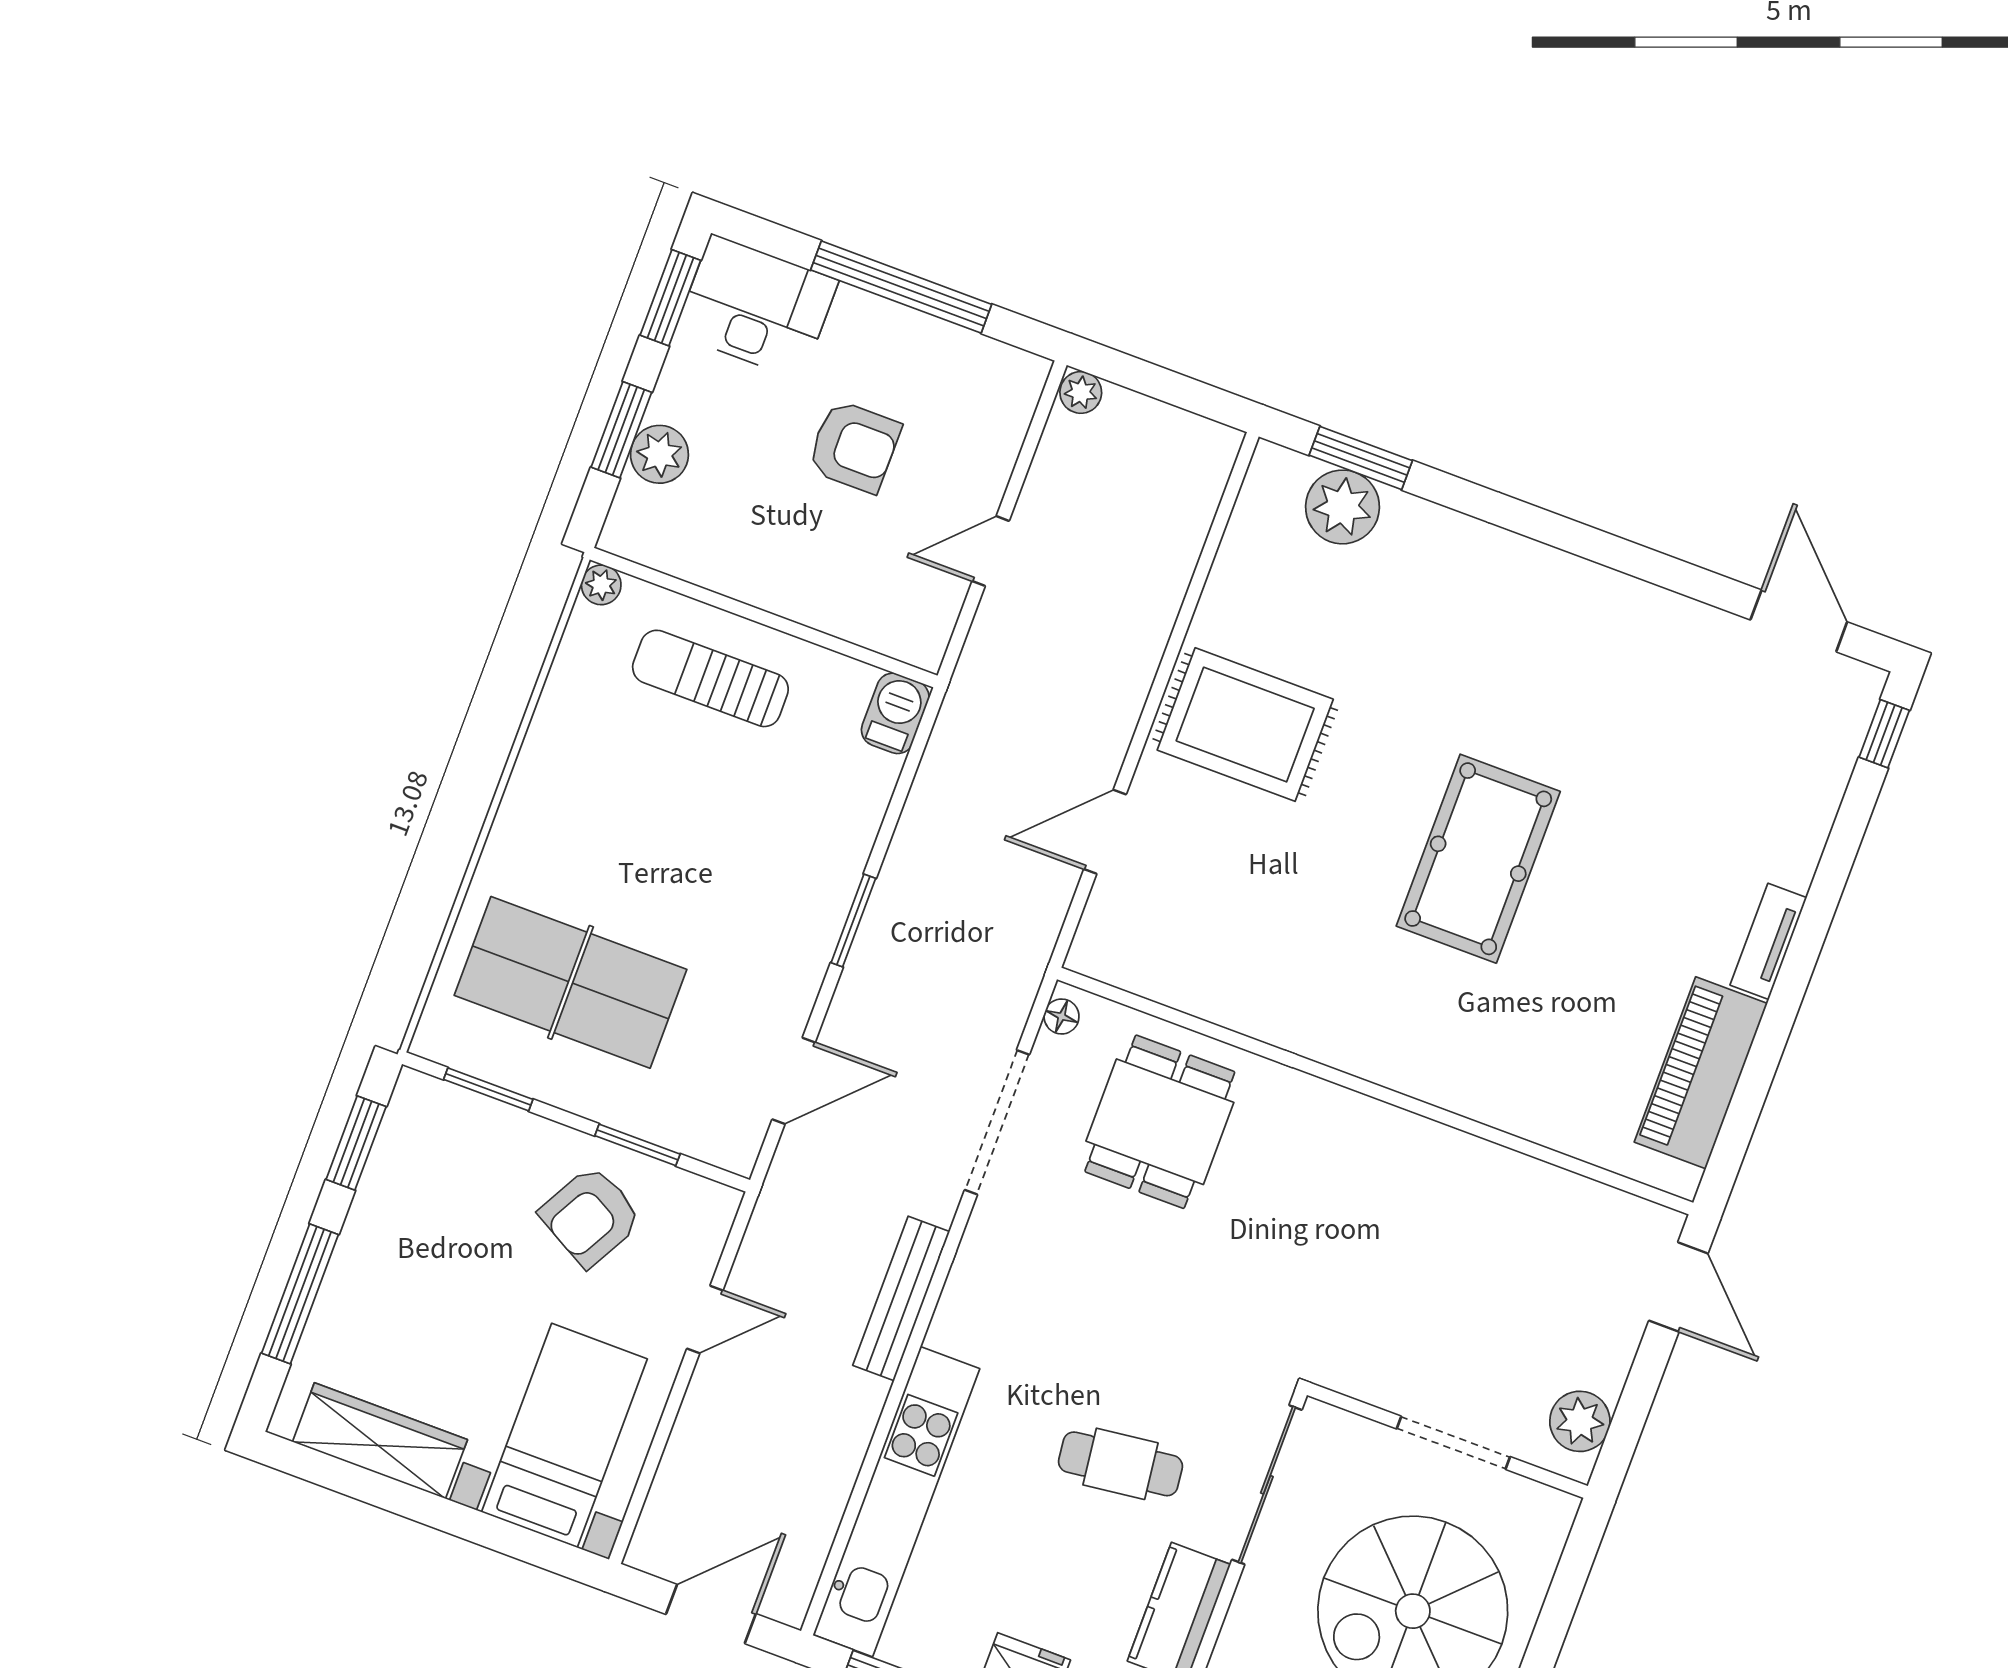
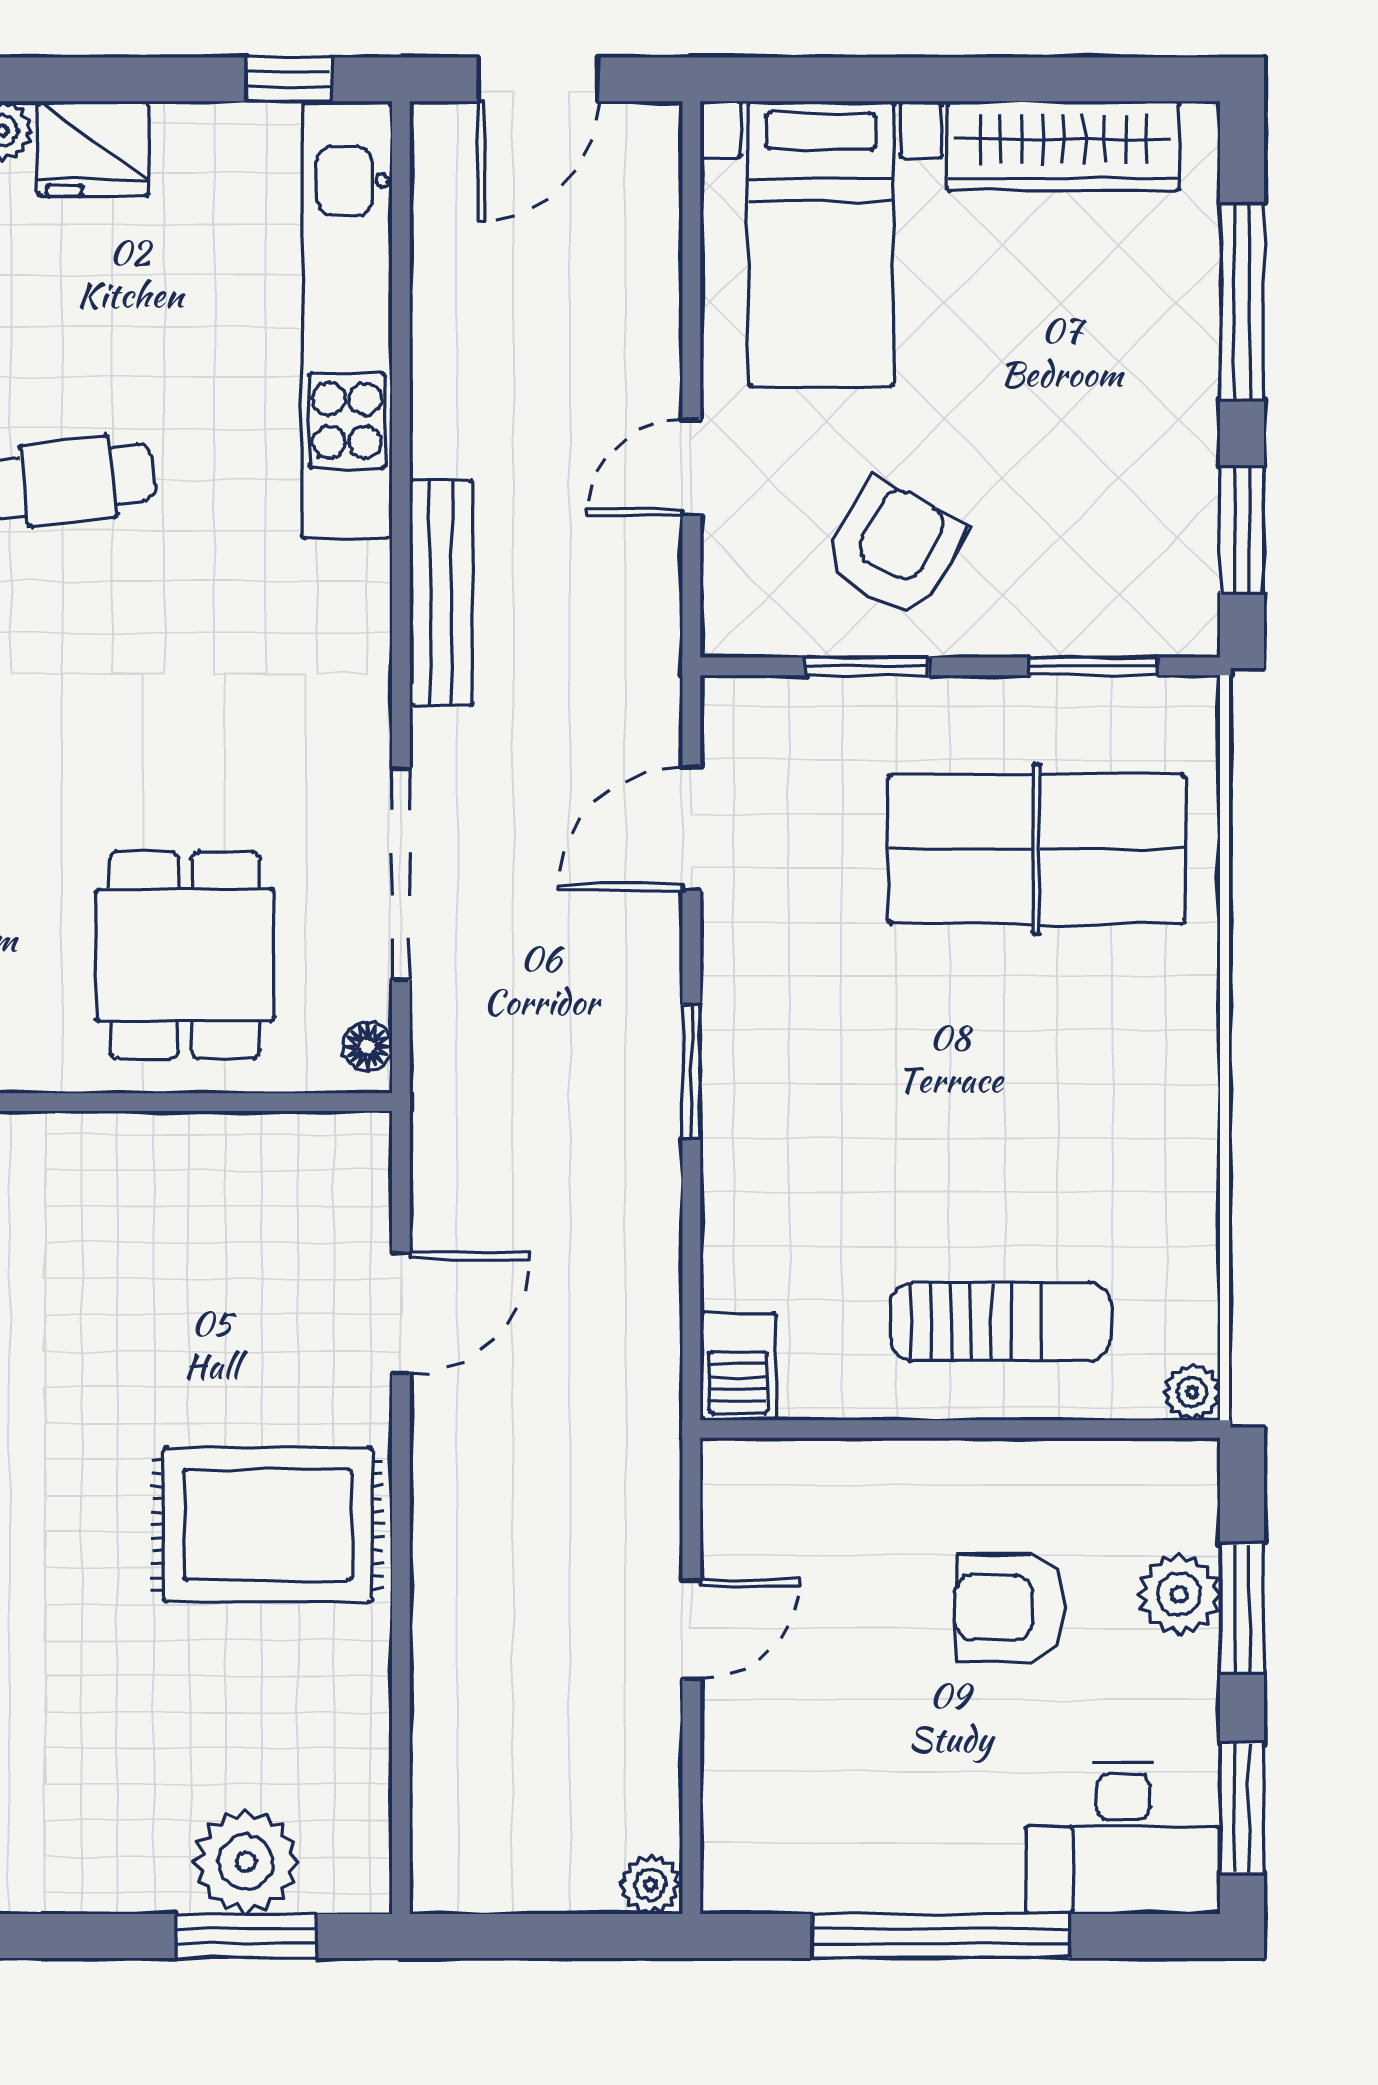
armchair: (854, 447) -> (1010, 1607), moved

